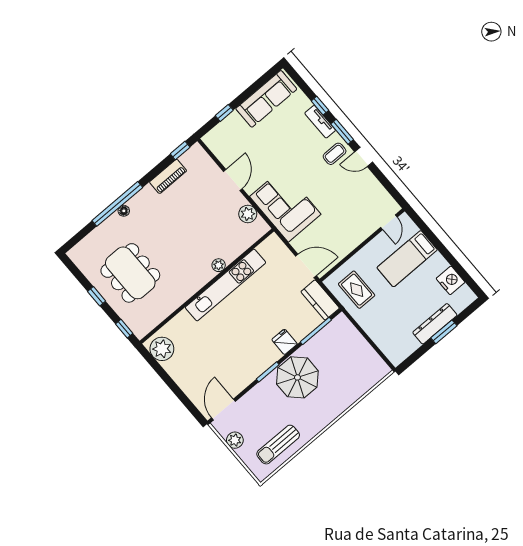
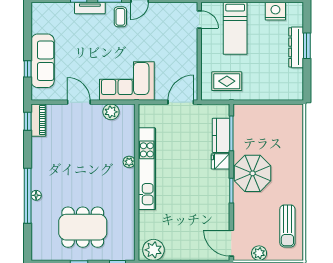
sofa: (266, 99) -> (43, 61), moved
piano: (168, 176) -> (38, 120), moved
kitchen counter: (320, 300) -> (221, 135), moved, turned 90

